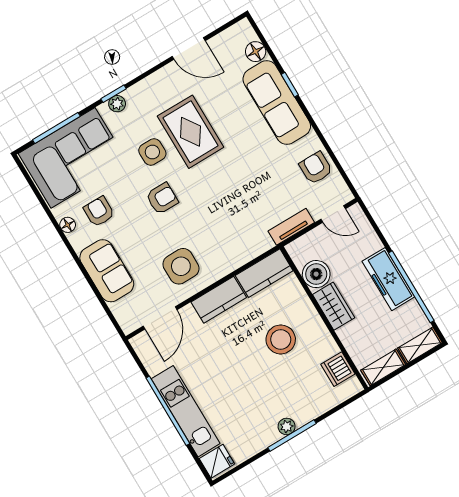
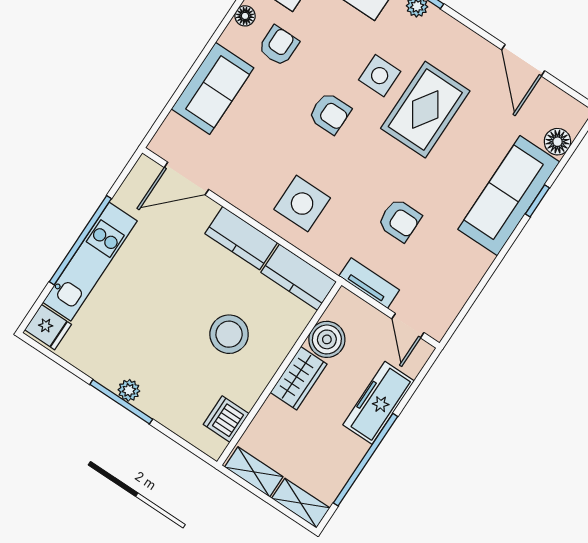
armchair: (316, 168) -> (400, 220), moved, turned 90
side table: (181, 266) -> (302, 204), moved
freezer: (388, 279) -> (379, 403), moved

